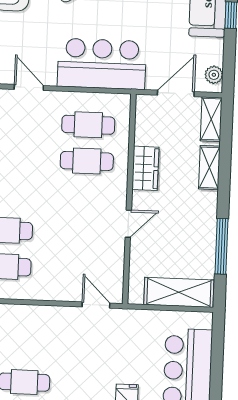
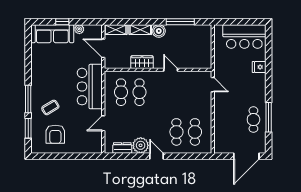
plant: (214, 75) -> (79, 29), moved
boiler: (205, 204) -> (159, 31), added
shelving: (179, 292) -> (205, 43), removed
door: (96, 305) -> (213, 85), swing flipped

